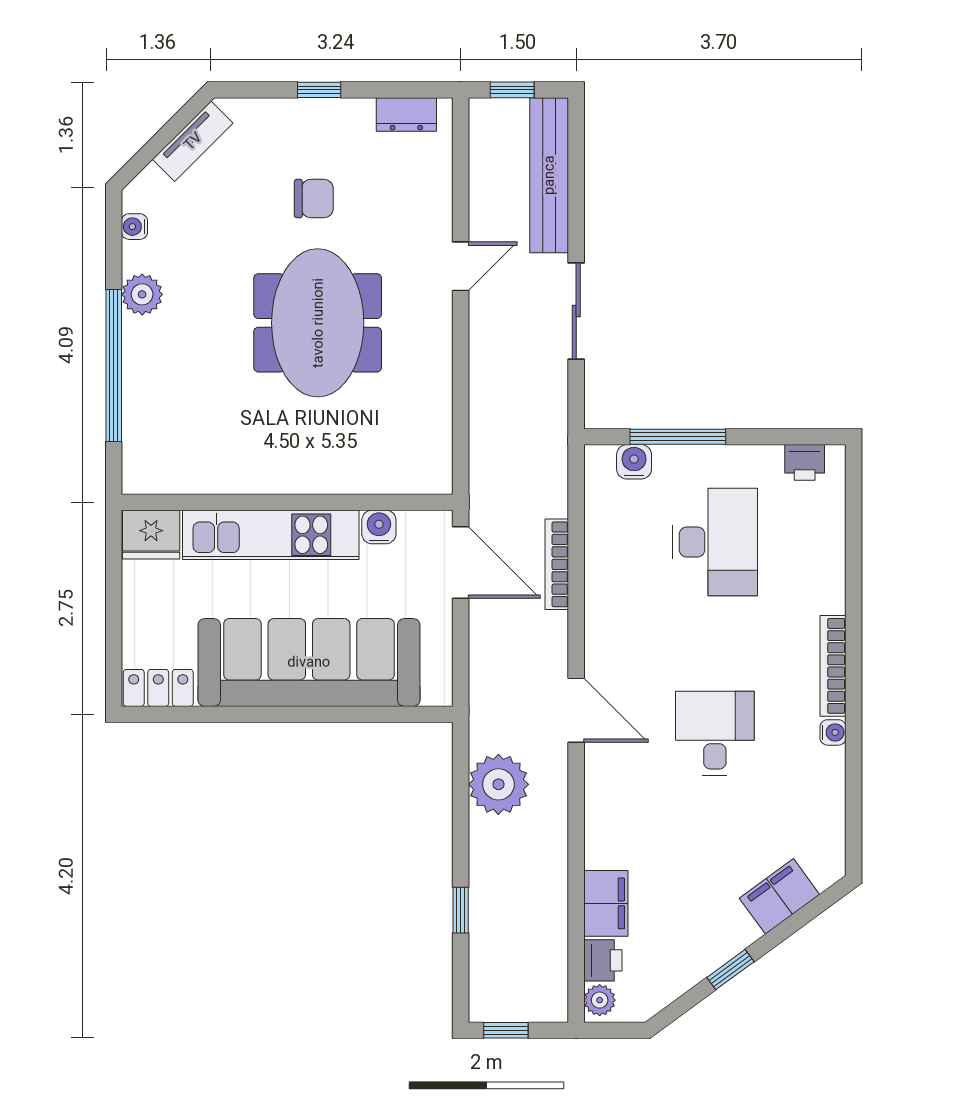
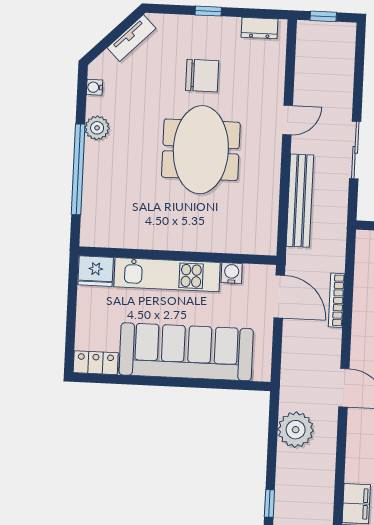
bench: (549, 175) -> (300, 201), moved
chair: (314, 199) -> (202, 76), width x1.37, depth x1.37

